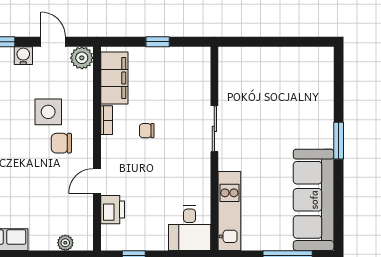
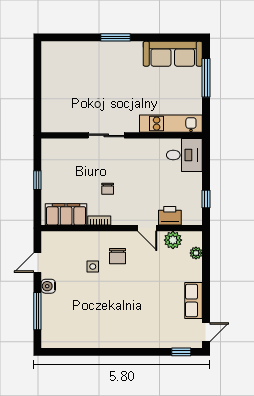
plant: (82, 58) -> (173, 240), moved
side table: (48, 112) -> (93, 266), width x0.54, depth x0.54
sofa: (314, 200) -> (173, 54), width x0.74, depth x0.79

